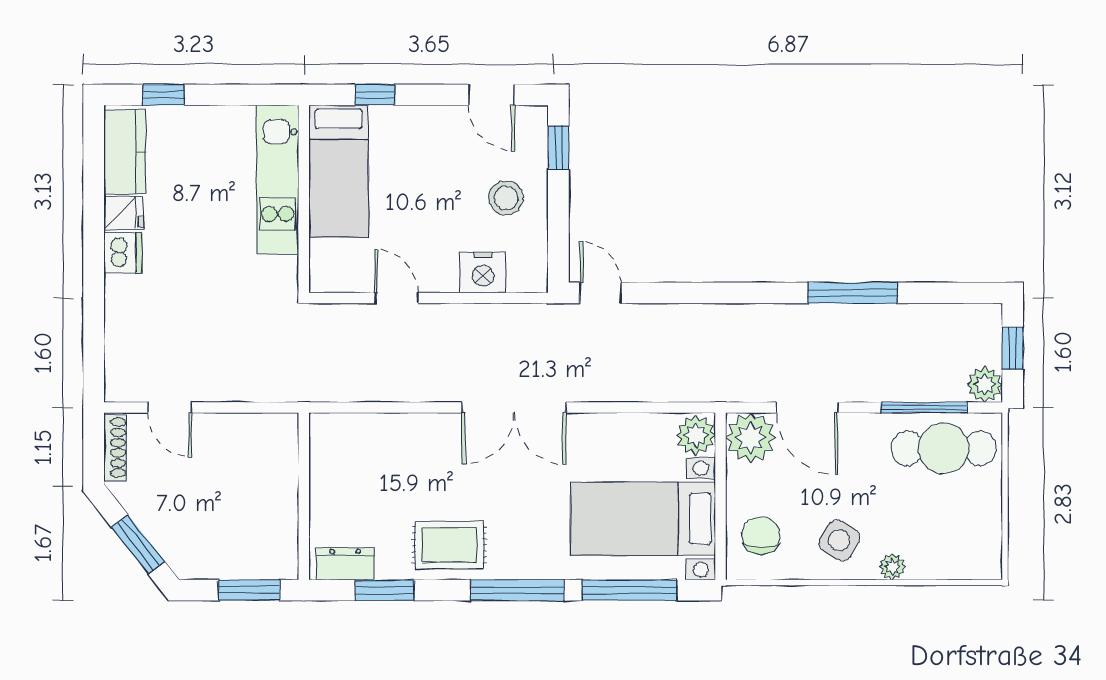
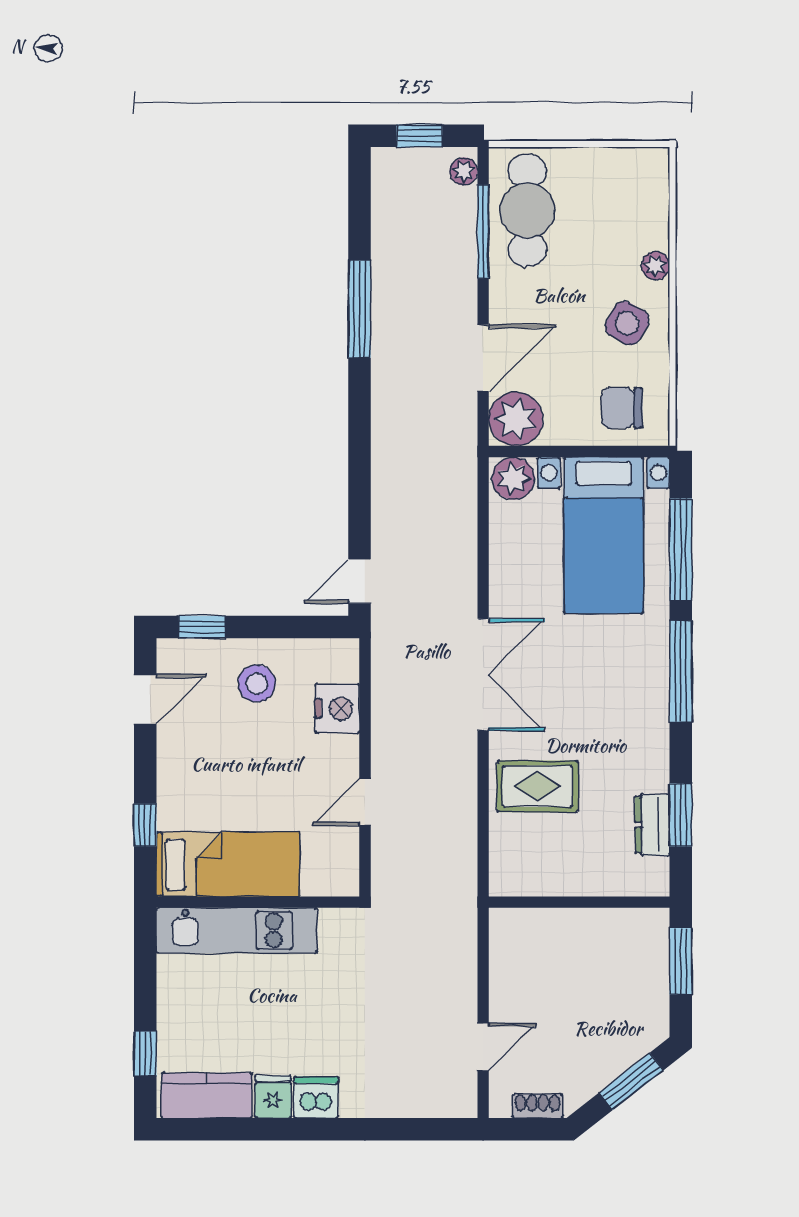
plant: (985, 385) -> (464, 171), width x0.73, depth x0.73
shoe rack: (115, 448) -> (538, 1106), width x0.70
rug: (449, 545) -> (537, 786), moved, turned 90
dresser: (345, 564) -> (652, 825), moved

